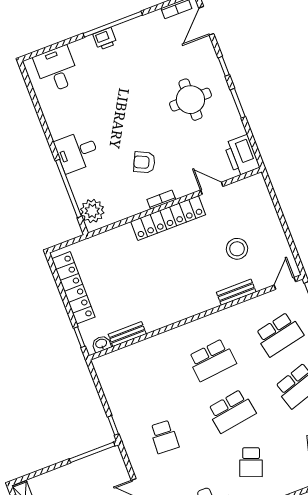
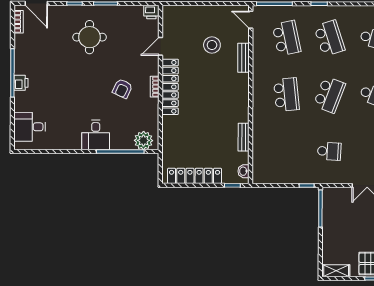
printer: (242, 155) -> (151, 12), width x0.53, depth x0.68
bench: (127, 334) -> (244, 137), moved
school desk: (231, 411) -> (329, 95), turned 30

